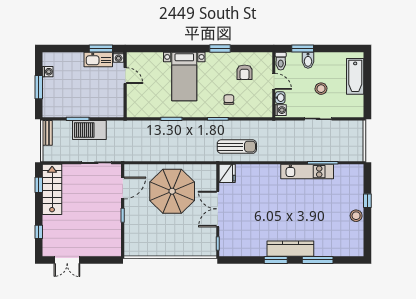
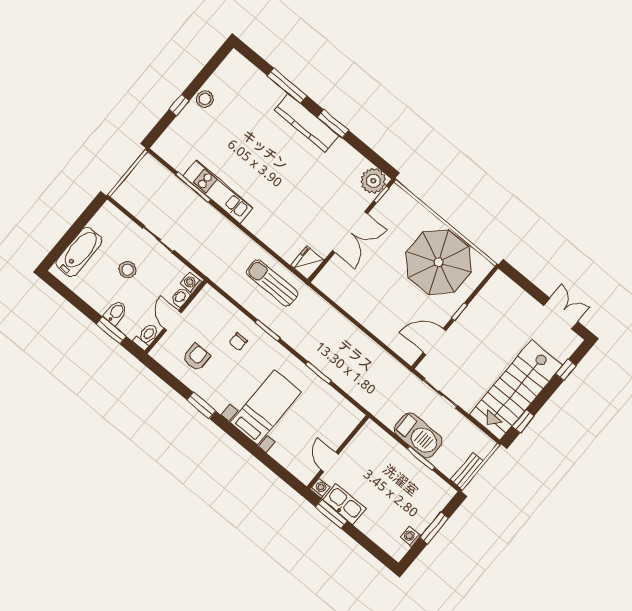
stairs: (52, 189) -> (516, 390), width x1.36, depth x1.51
parasol: (172, 191) -> (439, 262), moved
plant: (228, 247) -> (373, 181), added

